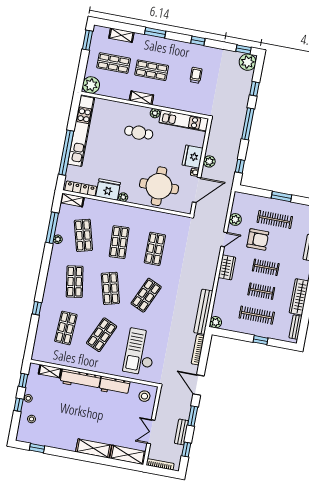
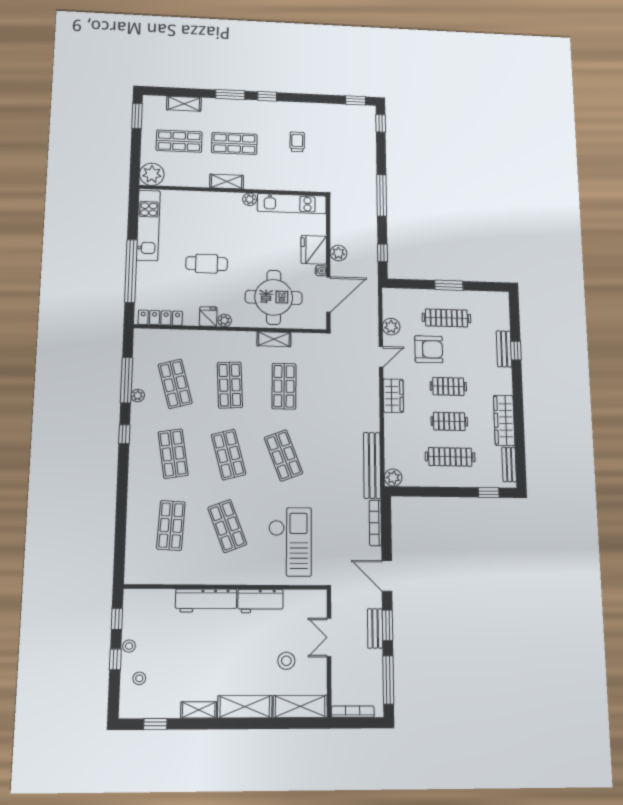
window: (198, 41) -> (267, 96), moved
plant: (248, 62) -> (364, 116), removed
window: (255, 89) -> (381, 123), moved
kitchen unit: (81, 131) -> (148, 225), width x0.73
cafe table: (139, 133) -> (207, 264), moved
fridge: (108, 189) -> (208, 317), width x0.53, depth x0.75
shelving: (72, 200) -> (274, 339), moved
shop shelf: (146, 295) -> (283, 455), turned -45
window: (37, 308) -> (124, 434), moved
shop shelf: (102, 335) -> (227, 526), turned -45
window: (261, 340) -> (489, 493), moved
checkout: (140, 352) -> (290, 542), turned 180
shelving: (50, 371) -> (199, 710), moved
stool: (144, 396) -> (286, 661), moved
double door: (151, 432) -> (329, 637), moved
bench: (181, 432) -> (375, 628), moved
window: (186, 450) -> (388, 680), width x2.17

